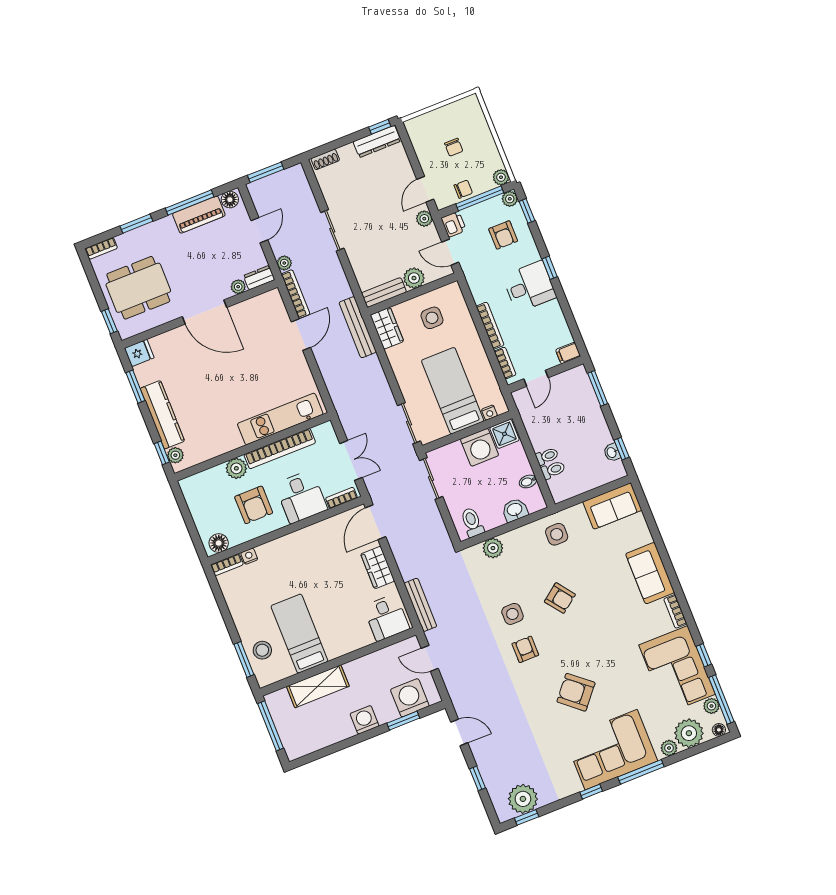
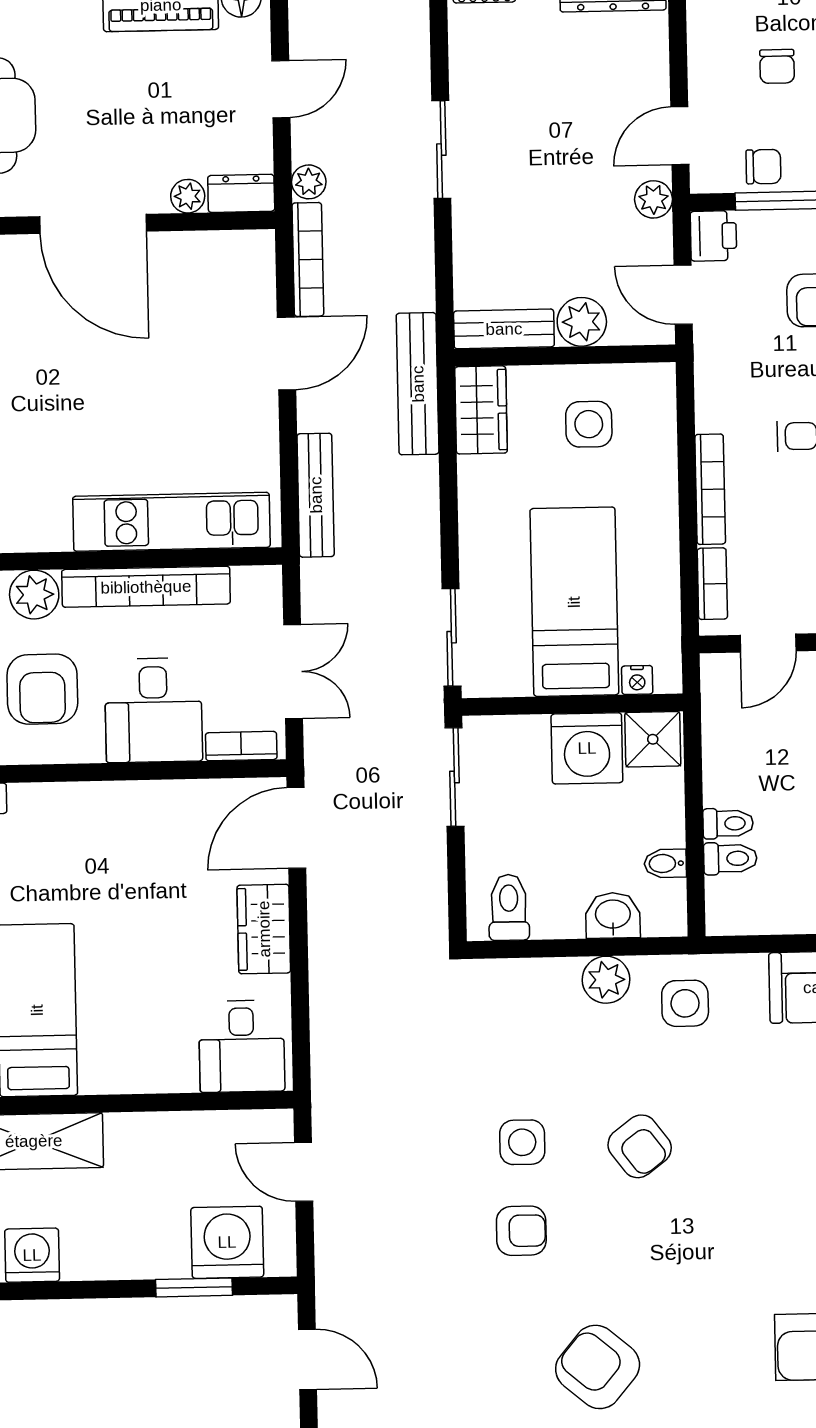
plant: (493, 548) -> (606, 980), moved
bench: (420, 605) -> (316, 495), moved
armchair: (525, 649) -> (521, 1231), turned 90
washing machine: (365, 720) -> (32, 1255), moved

